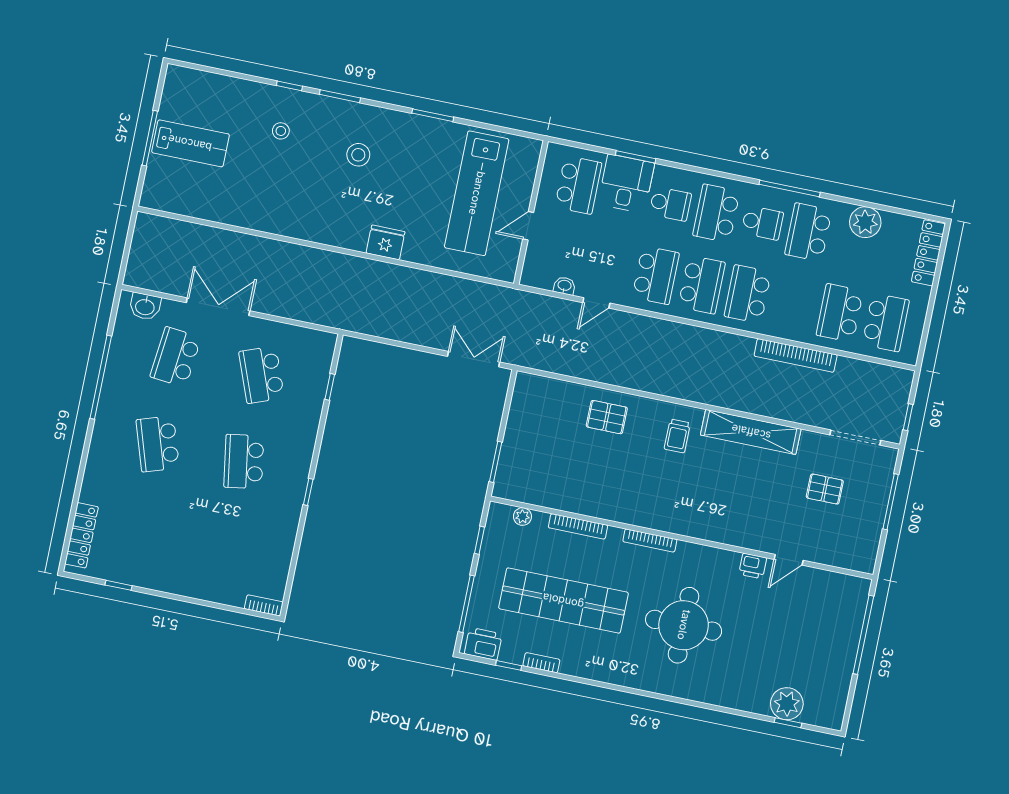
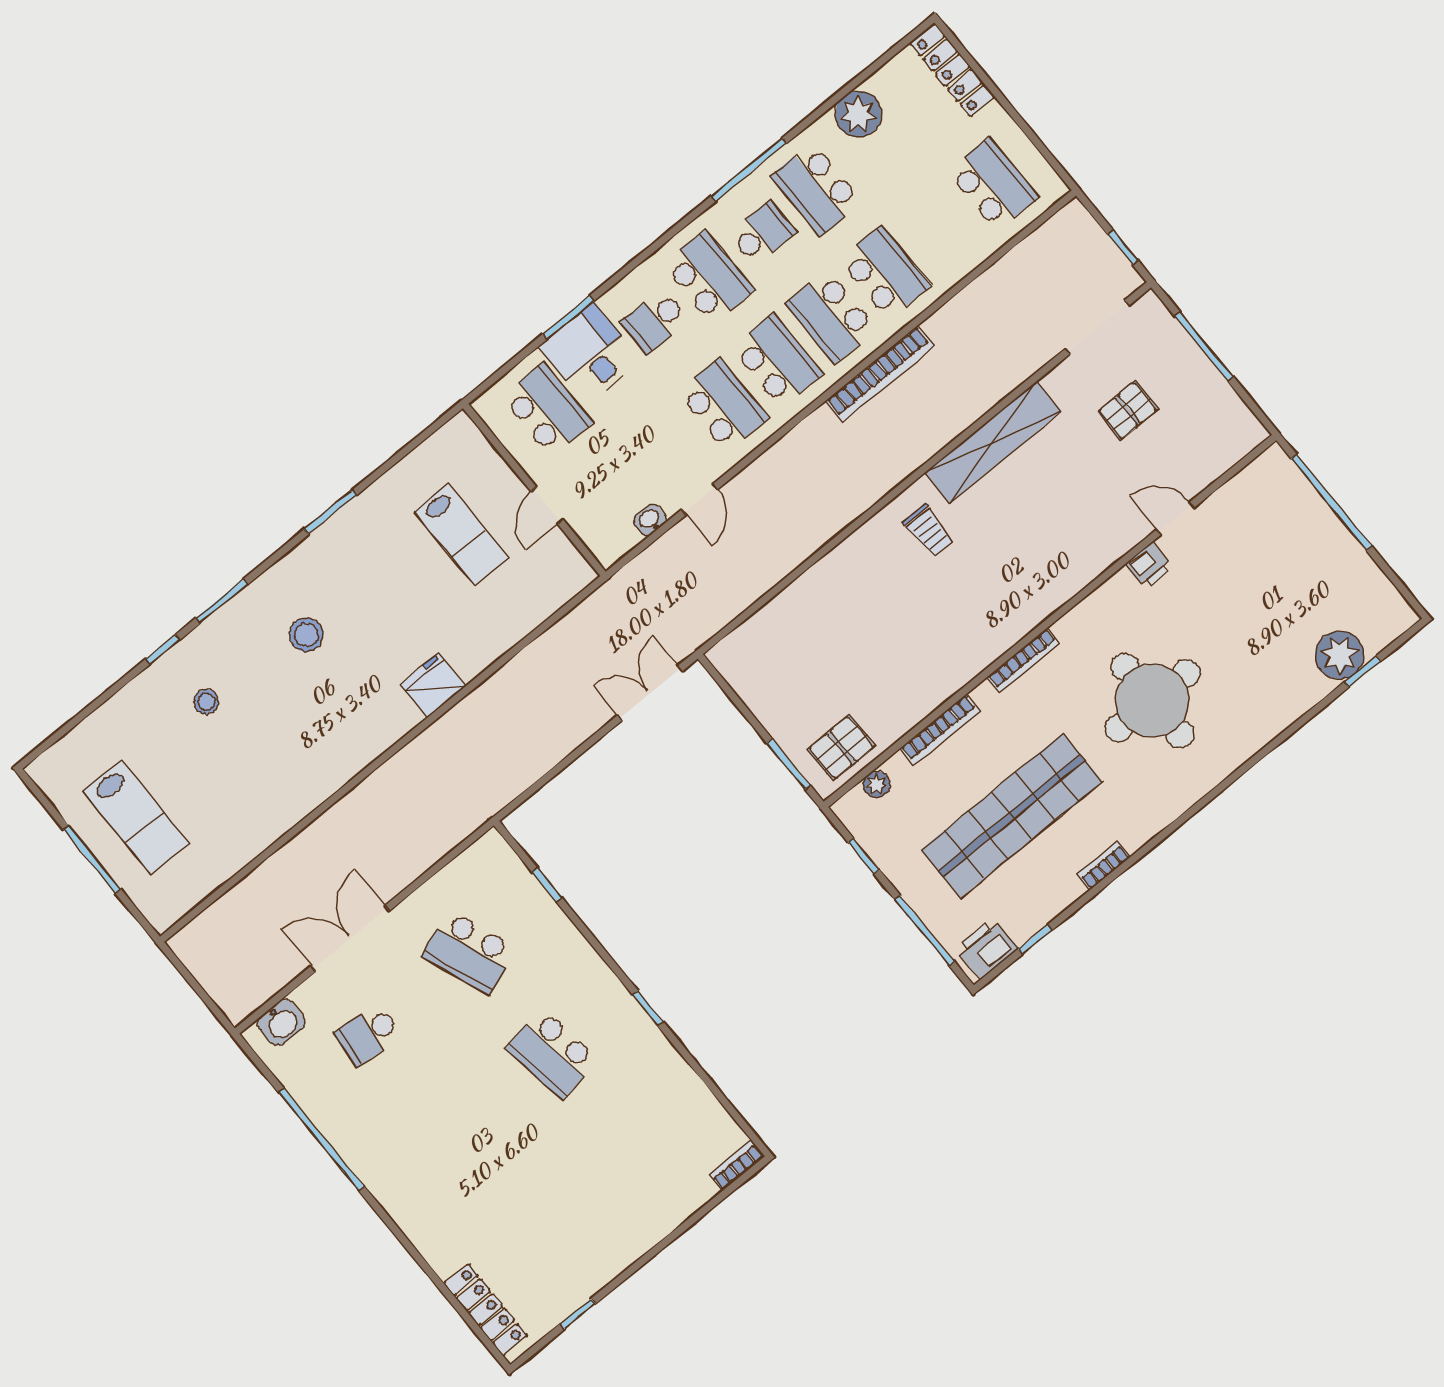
lab bench: (190, 143) -> (136, 817), turned 90
lab bench: (477, 193) -> (461, 535), width x0.54, depth x0.72
school desk: (670, 204) -> (655, 321), turned 180
school desk: (716, 213) -> (709, 277), turned 180
school desk: (840, 313) -> (885, 273), moved, turned 180
bookcase: (796, 355) -> (880, 374), moved
school desk: (176, 357) -> (368, 1035), width x0.54
pallet: (607, 417) -> (841, 748), moved
school desk: (158, 444) -> (452, 1136), removed
door: (789, 560) -> (1175, 518), swing flipped
bookcase: (541, 663) -> (1104, 865), moved

